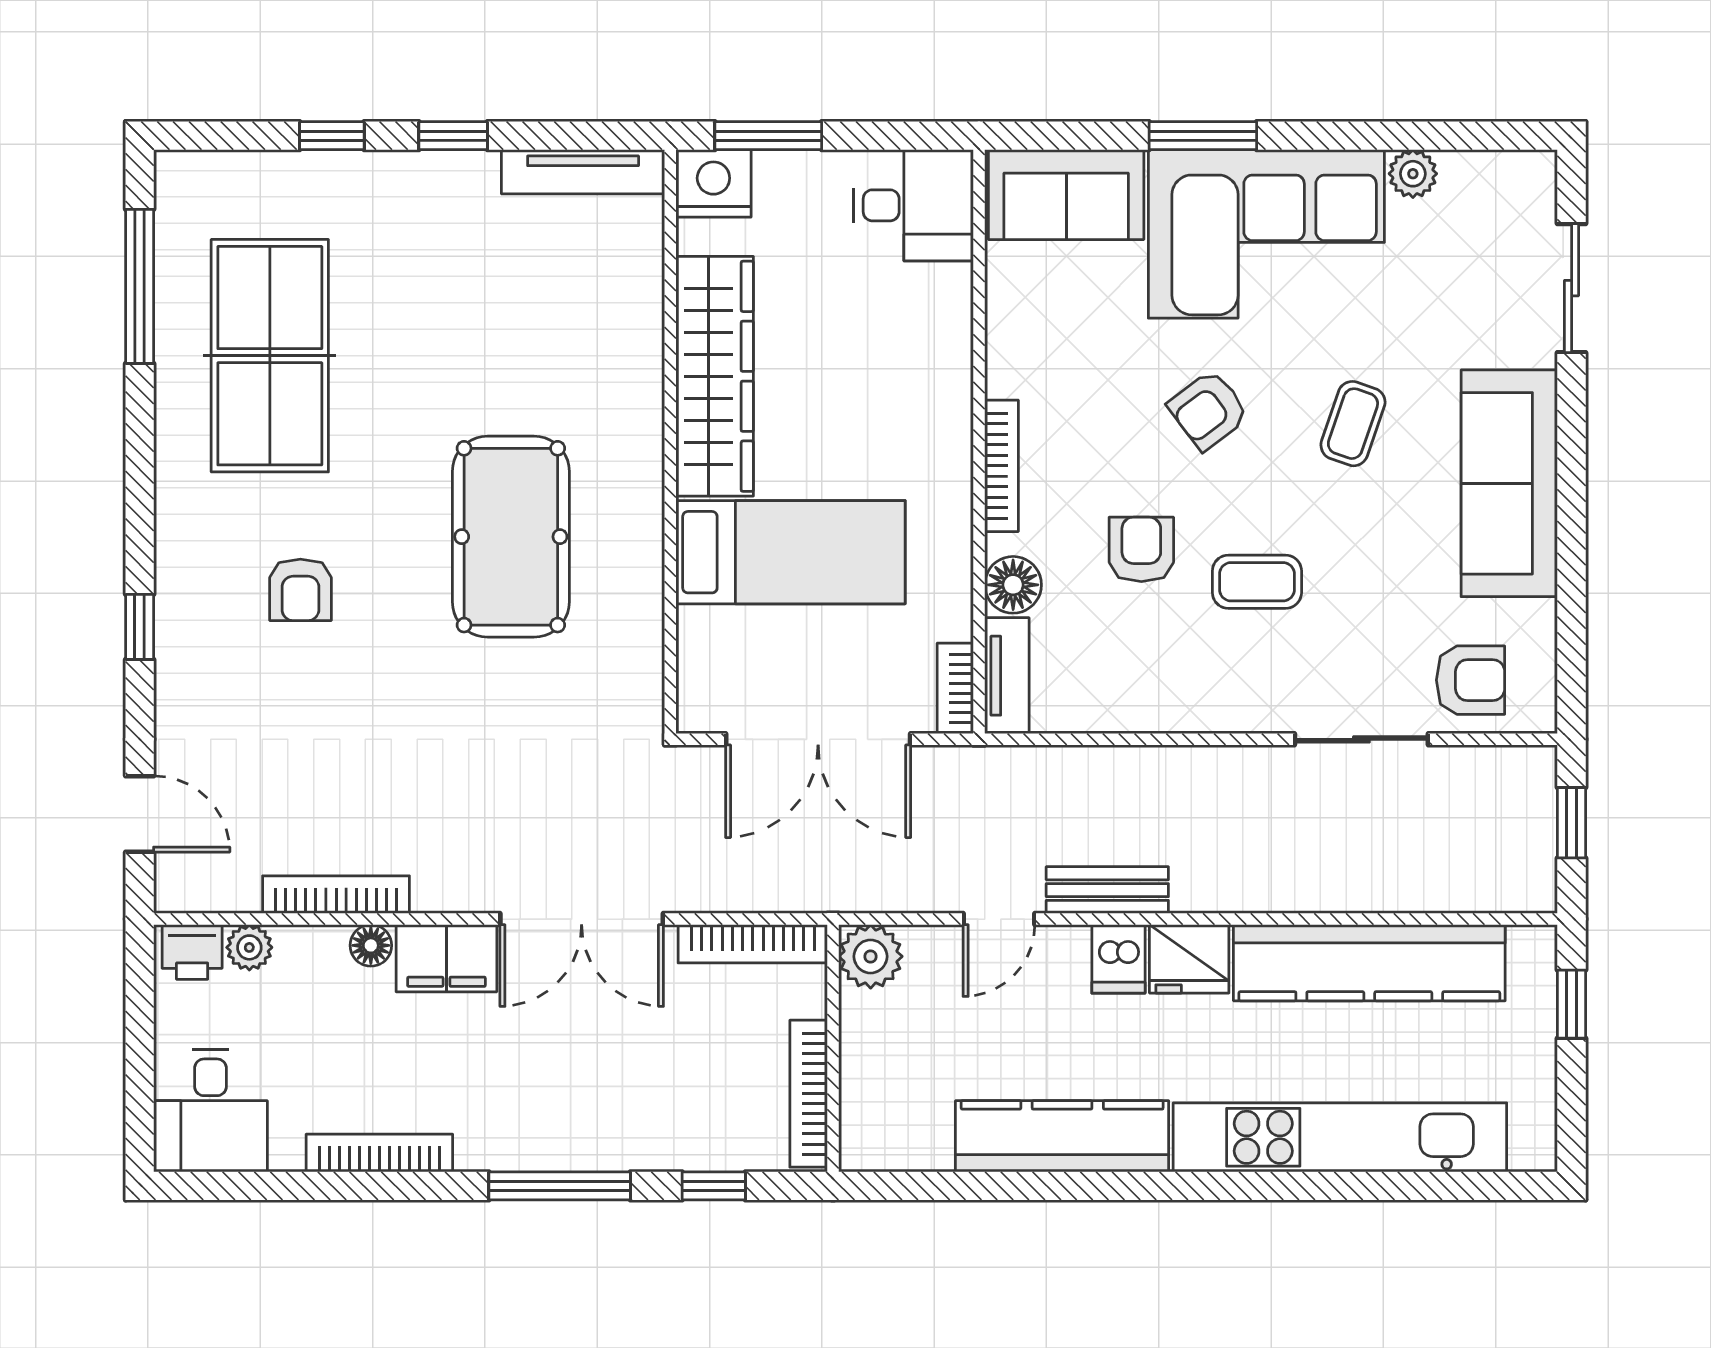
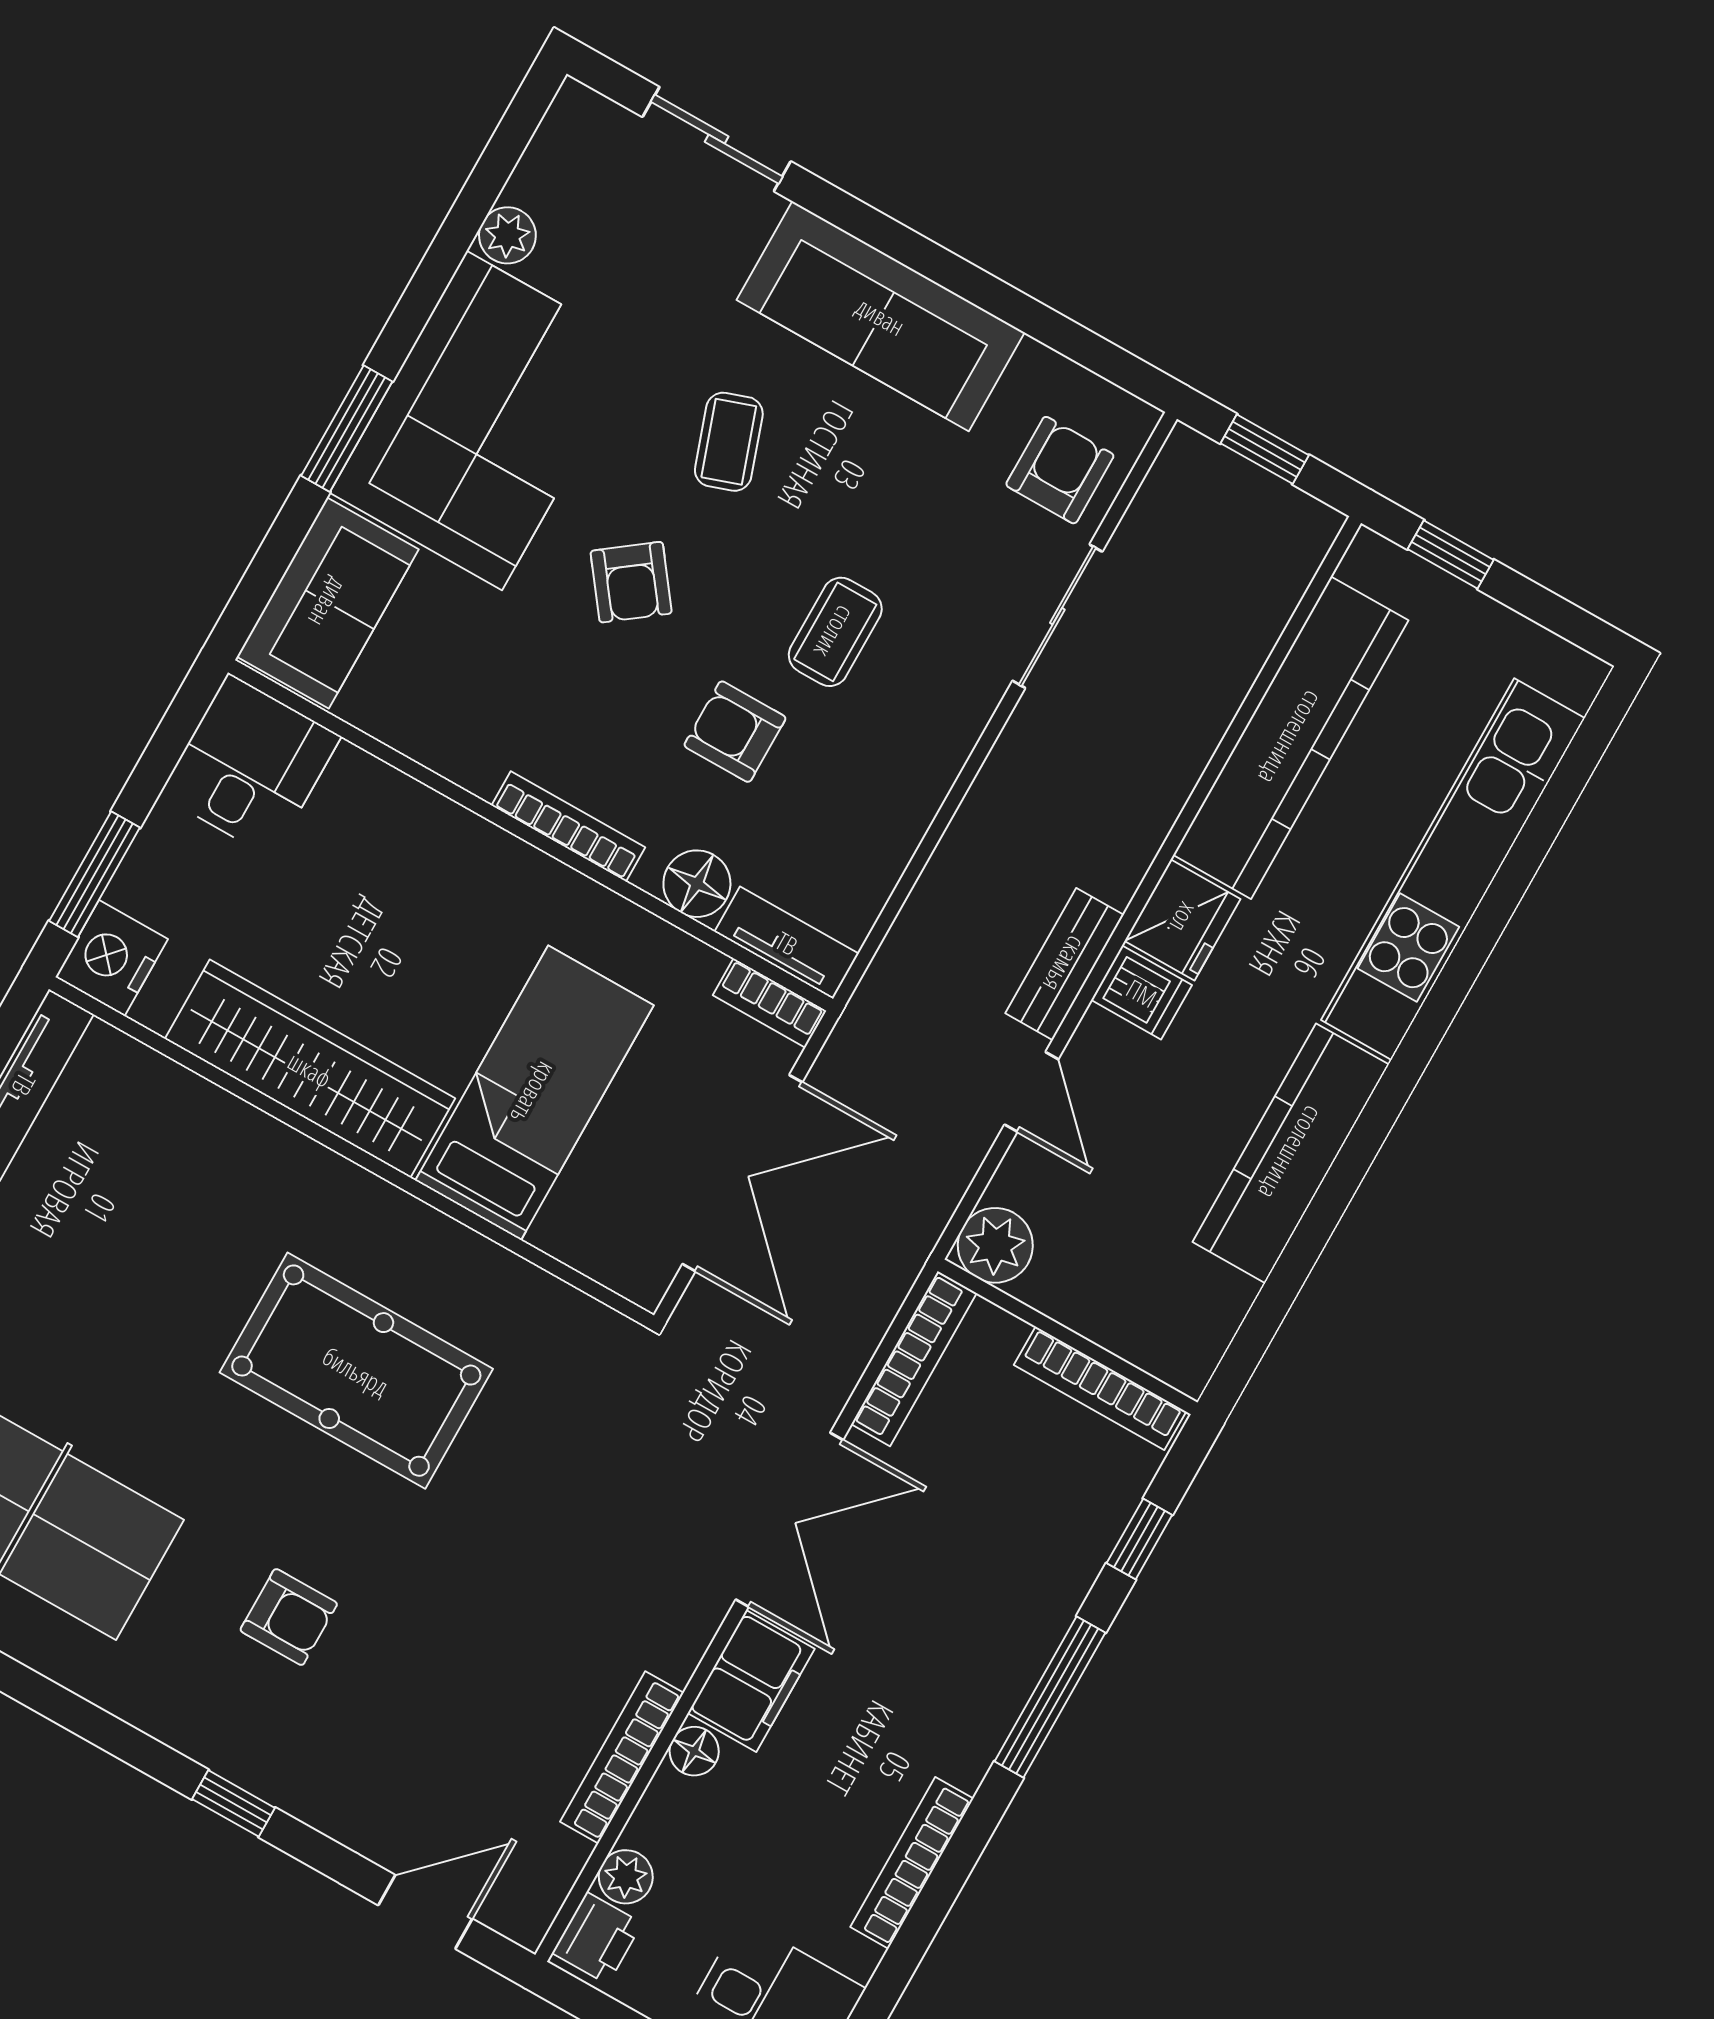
coffee table: (1353, 424) -> (729, 442), turned 52

